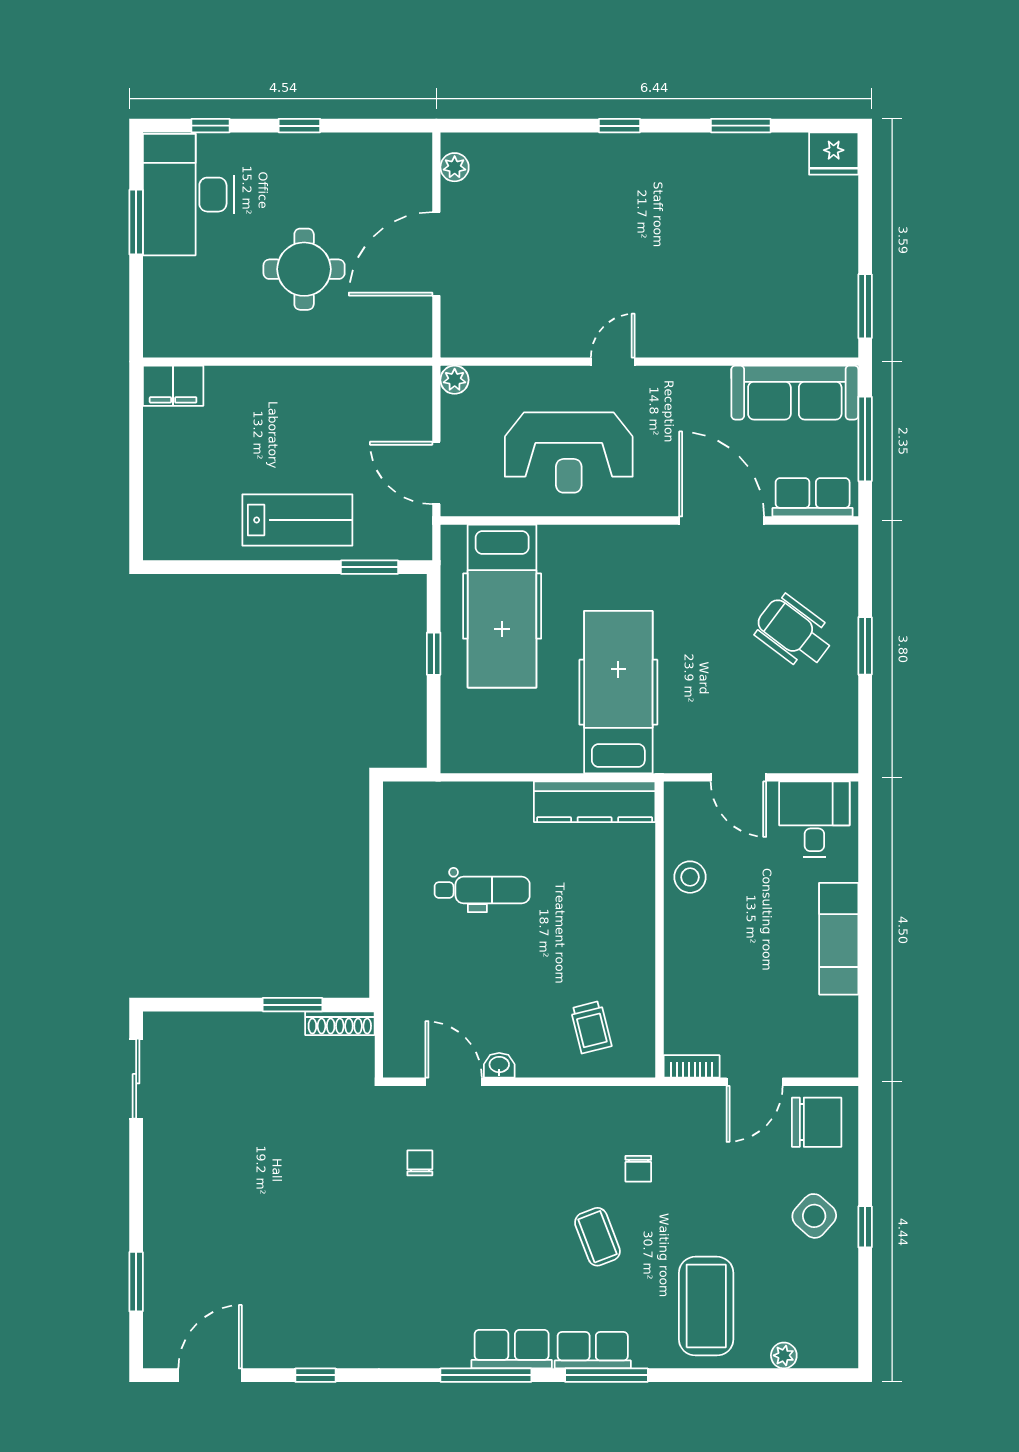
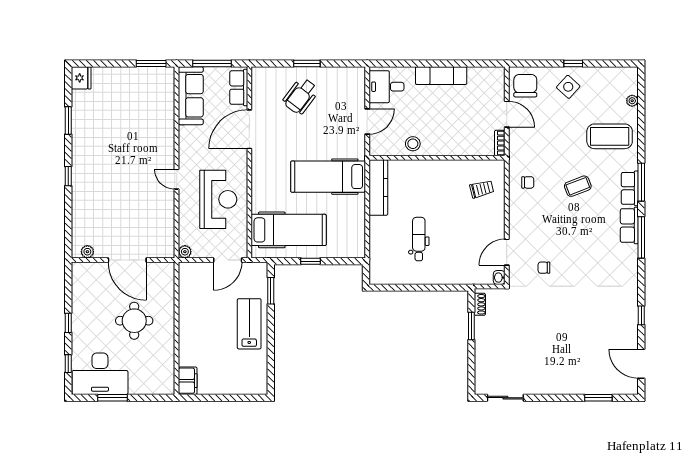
shoe rack: (340, 1023) -> (480, 304), width x0.70
washbasin: (499, 1065) -> (499, 278), moved
chair: (638, 1169) -> (528, 182), moved

